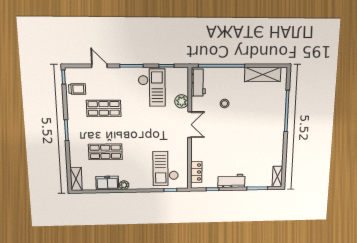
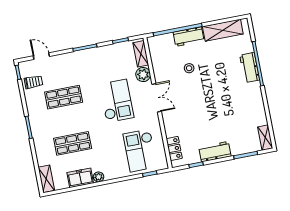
door: (99, 66) -> (41, 56), moved
shelving: (183, 82) -> (141, 54), added
workbench: (198, 83) -> (189, 37), moved, turned 90
checkout: (152, 88) -> (117, 101), moved
workbench: (279, 113) -> (250, 67), added

